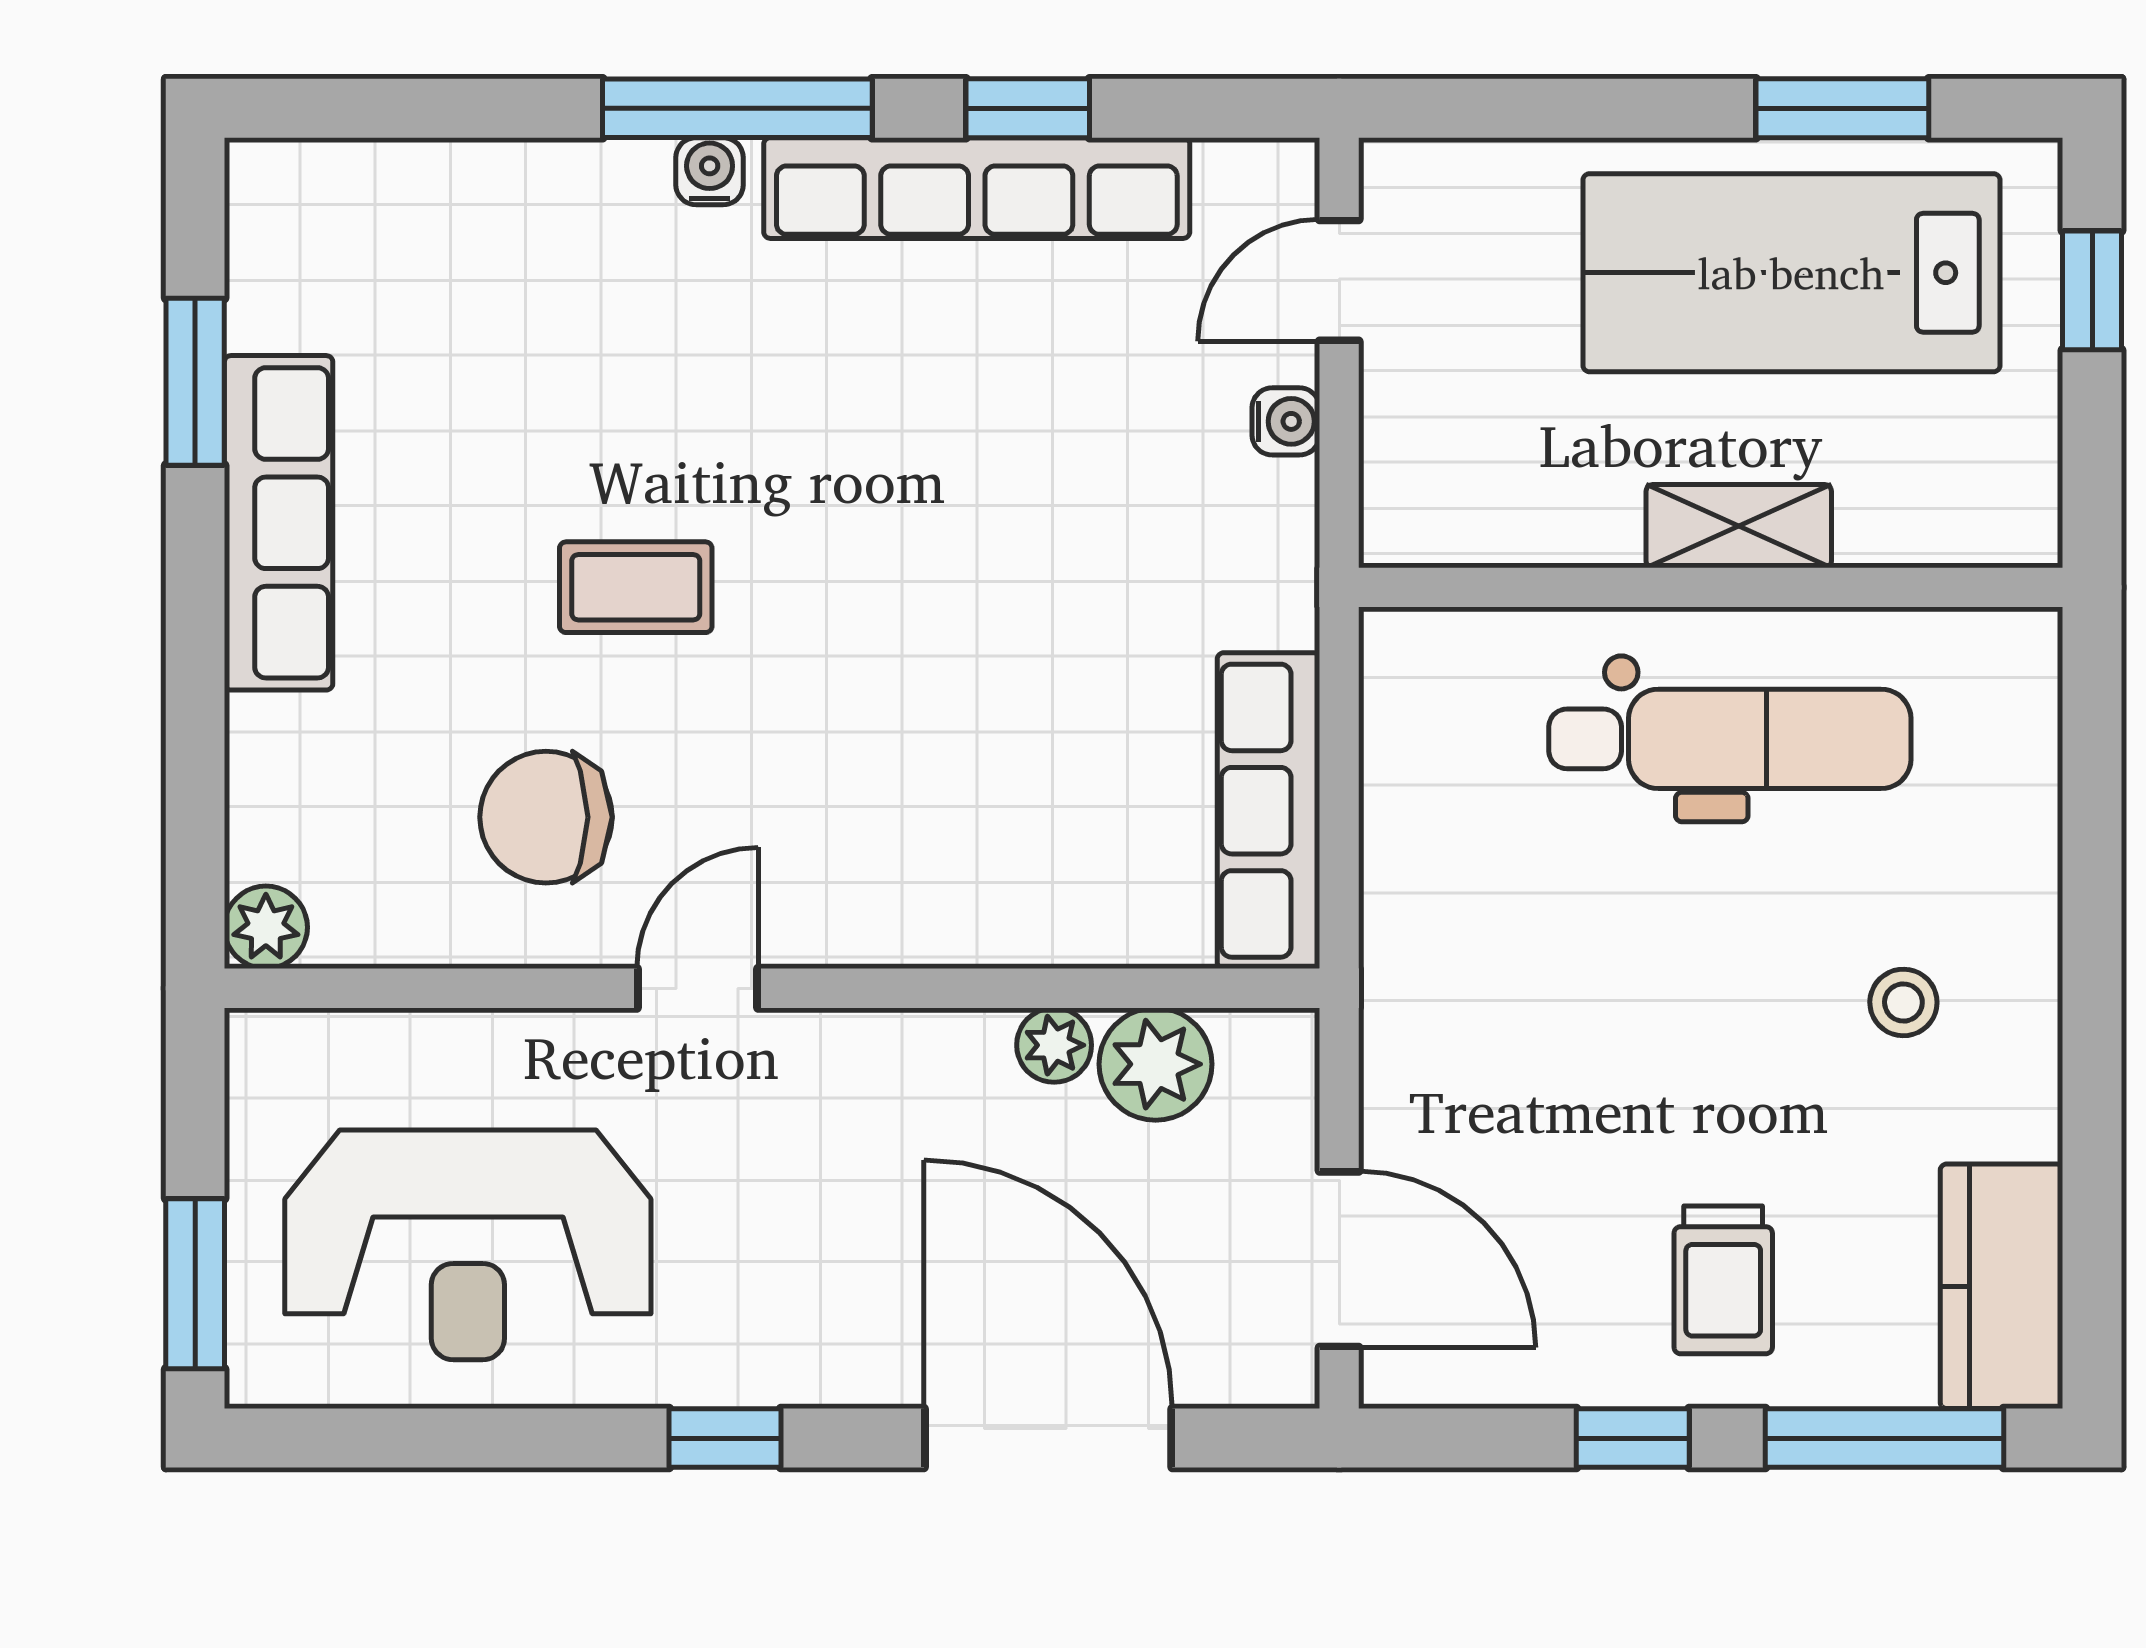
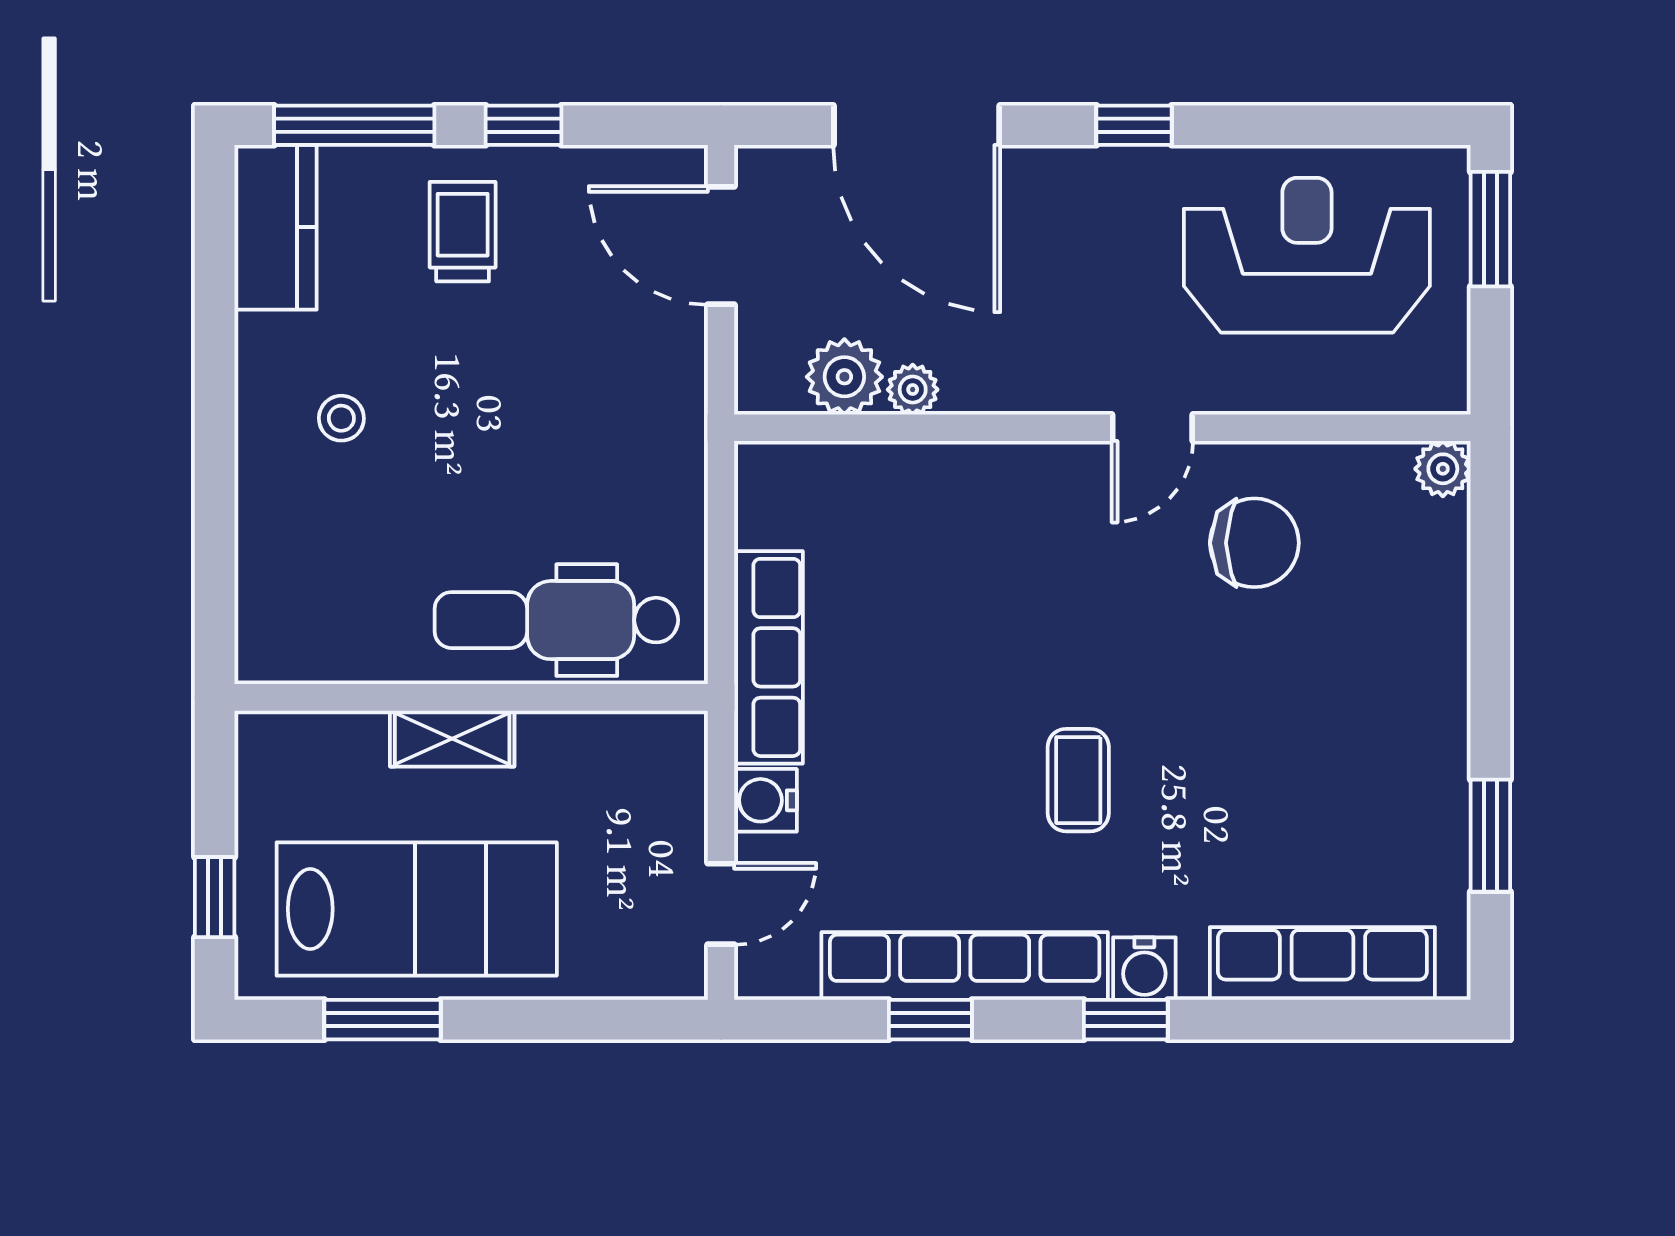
window: (737, 108) -> (1126, 1020), width x0.46
water cooler: (710, 171) -> (1144, 969), width x1.38, depth x1.38
water cooler: (1286, 421) -> (765, 800), width x1.38, depth x1.38
row of seats: (279, 523) -> (1322, 963), moved, turned 90
coffee table: (636, 587) -> (1078, 780), moved, turned 90
dental chair: (1730, 739) -> (556, 620), moved
row of seats: (1268, 811) -> (768, 657), moved

